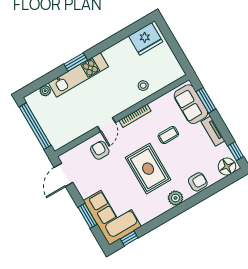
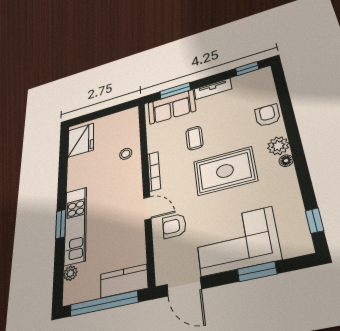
kitchen counter: (53, 133) -> (124, 281), added
floor lamp: (227, 167) -> (286, 161), moved, width x0.53, depth x0.53
corner sofa: (112, 213) -> (237, 241), moved

